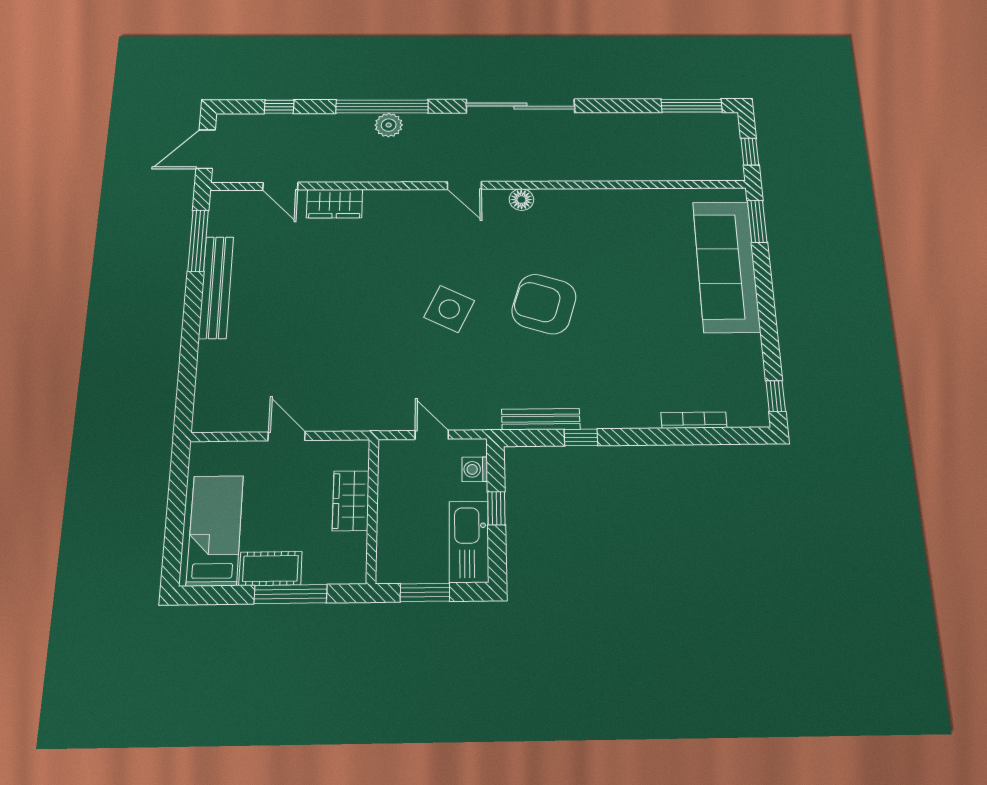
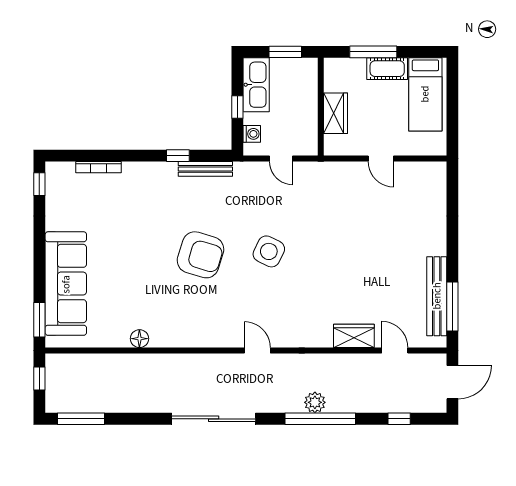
floor lamp: (521, 200) -> (139, 339), moved
bench: (216, 287) -> (437, 296), moved

